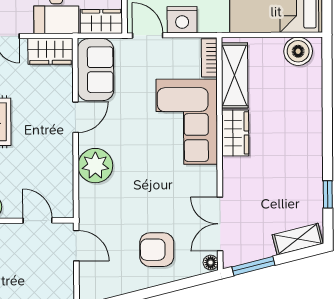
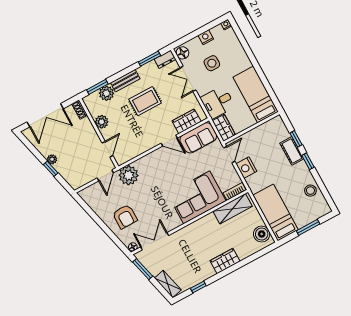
wardrobe: (50, 51) -> (187, 121), moved, turned 90
wardrobe: (235, 133) -> (225, 261), moved, turned 180
plant: (95, 166) -> (129, 175), moved
armchair: (157, 250) -> (125, 217), turned 180

